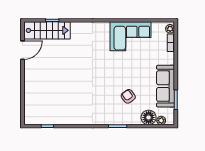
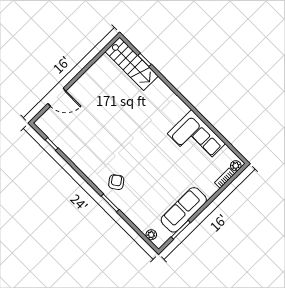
door: (23, 50) -> (57, 97), moved
armchair: (128, 96) -> (116, 182), moved
floor lamp: (149, 117) -> (143, 222), removed

